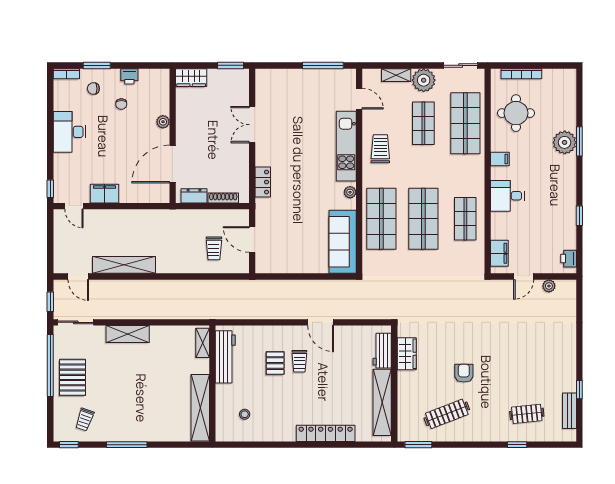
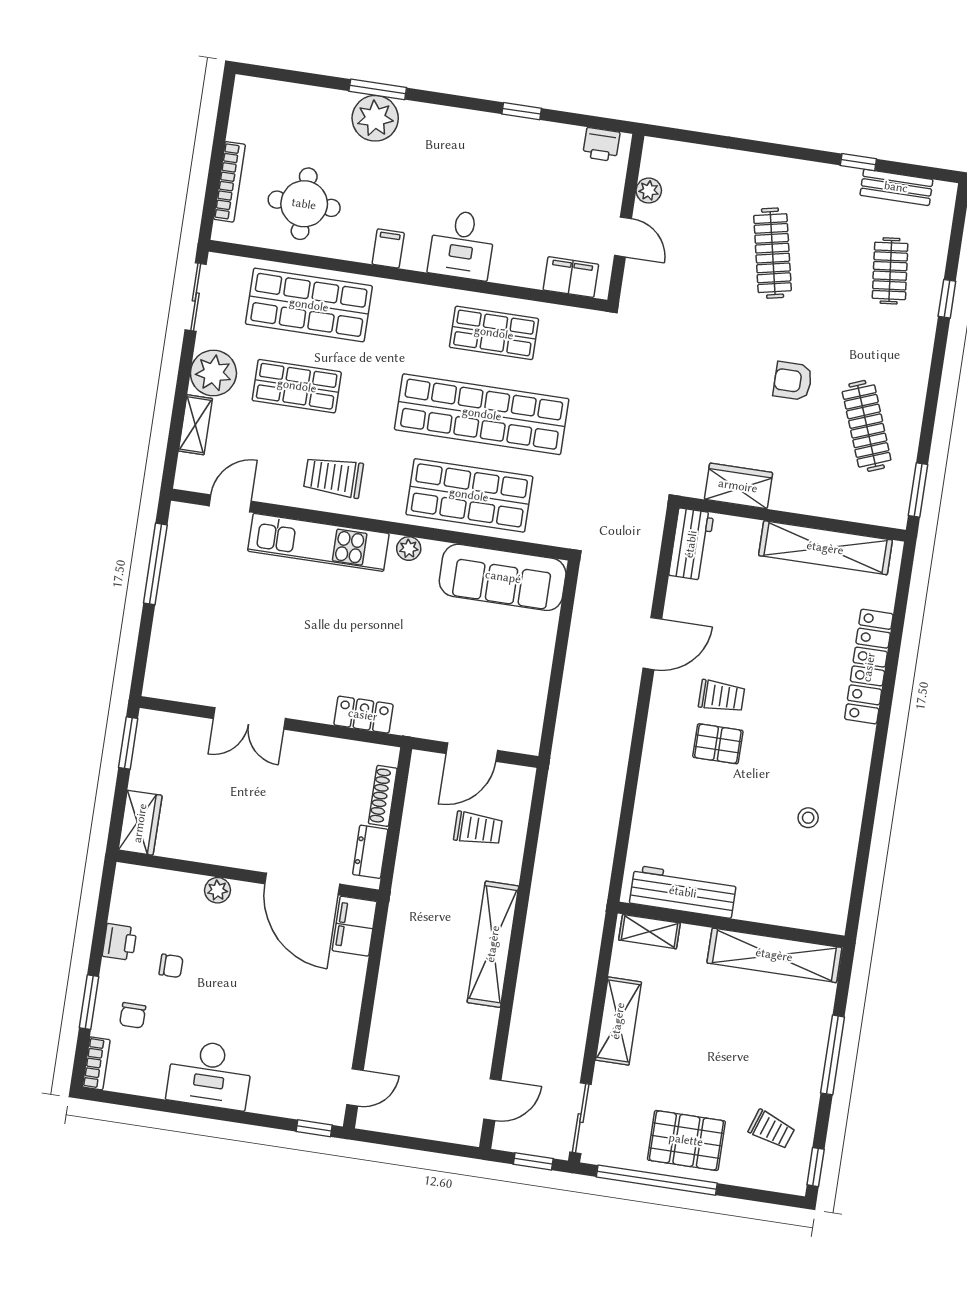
filing cabinet: (104, 194) -> (355, 926), moved
shop shelf: (423, 219) -> (482, 414), width x1.40
shelving: (124, 265) -> (493, 944), moved
shelving: (203, 343) -> (649, 932), moved
workbench: (382, 351) -> (691, 544), moved, turned -90
clothes rail: (527, 353) -> (773, 253), added
workbench: (225, 357) -> (683, 892), moved
wall: (212, 384) -> (731, 925), moved
shelving: (200, 408) -> (774, 955), moved

